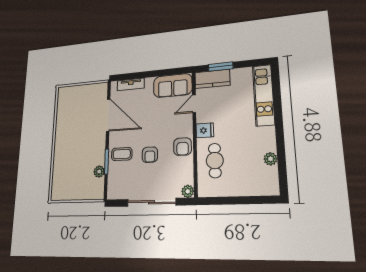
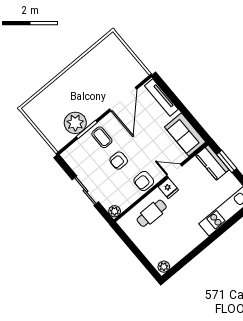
tv unit: (131, 84) -> (161, 97), width x1.41
door: (194, 104) -> (174, 171), moved
plant: (270, 159) -> (164, 267), moved
plant: (99, 172) -> (75, 123), width x1.88, depth x1.88
sliding door: (151, 202) -> (85, 191), width x0.73

